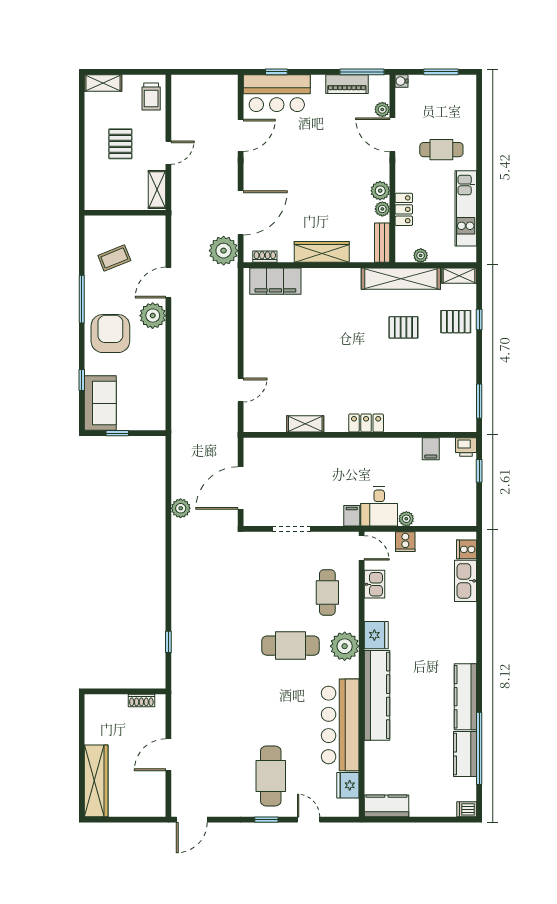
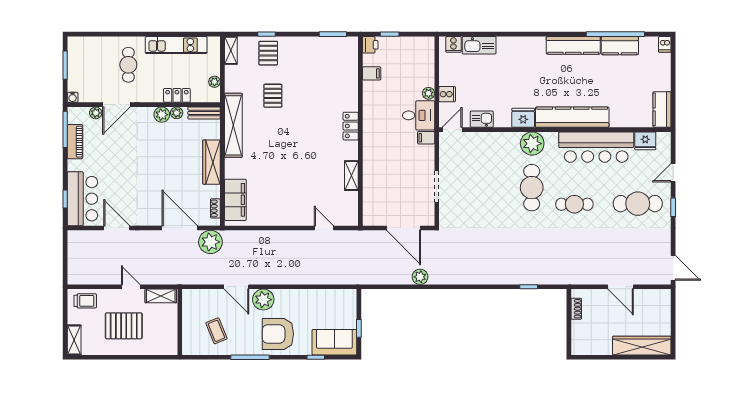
pallet: (120, 144) -> (124, 326), width x1.50, depth x1.42
shelving: (401, 279) -> (233, 125), moved
cafe table: (327, 593) -> (574, 204), moved

